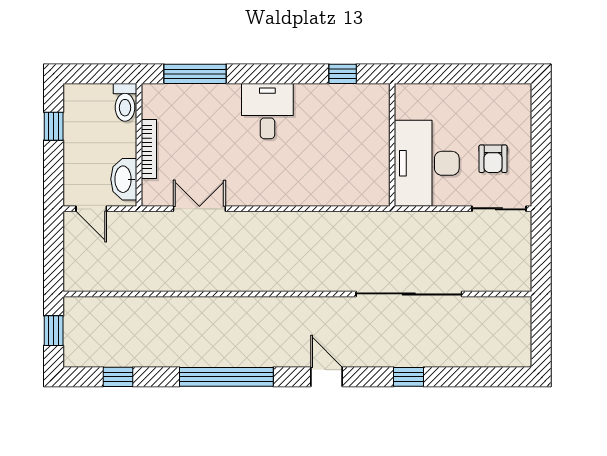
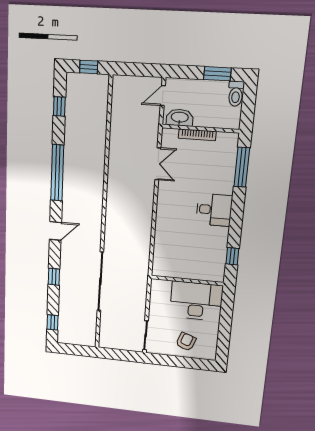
toilet: (125, 102) -> (236, 94), moved, turned -90
window: (54, 126) -> (217, 74), width x1.50
armchair: (493, 159) -> (186, 342), moved, turned 110
desk: (427, 163) -> (196, 301), moved
window: (494, 377) -> (53, 322), added

